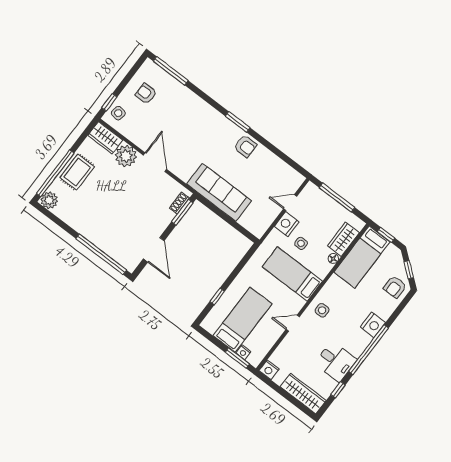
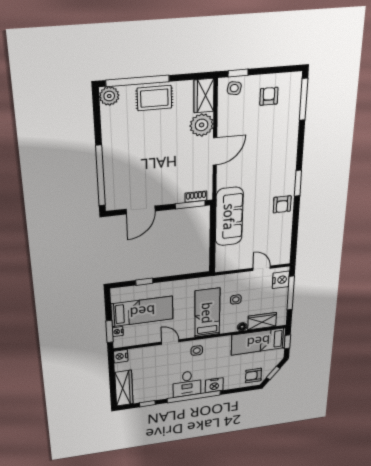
nightstand: (287, 224) -> (281, 280), moved, turned 90
desk: (336, 362) -> (187, 384), moved

